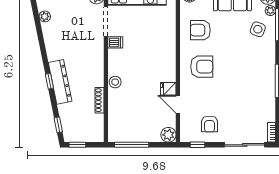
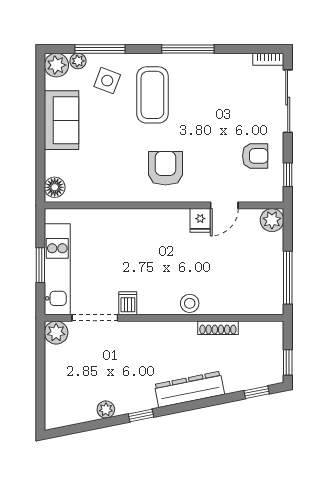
plant: (45, 16) -> (106, 409), moved
armchair: (200, 30) -> (109, 170), removed
coffee table: (249, 58) -> (152, 95), added
window: (49, 81) -> (141, 415), moved

